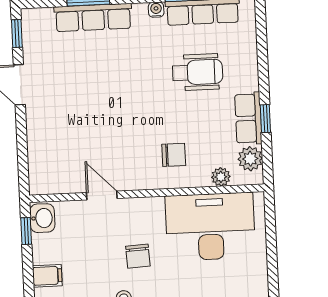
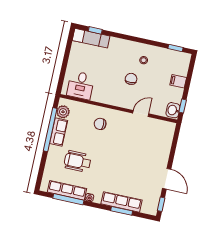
window: (265, 119) -> (50, 130), width x3.17
plant: (221, 177) -> (80, 107), removed
door: (102, 195) -> (141, 113), swing flipped
desk: (210, 227) -> (81, 85), width x0.53, depth x0.77

